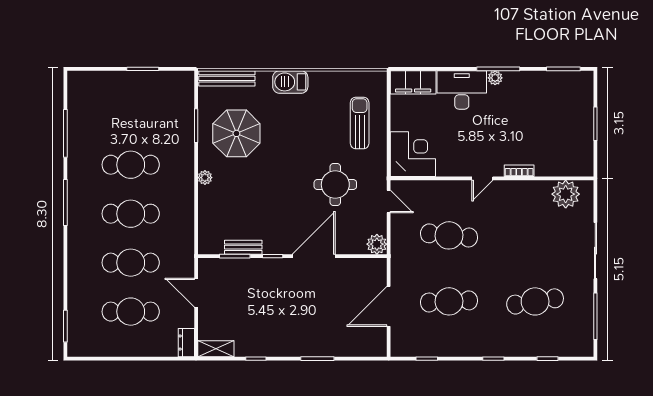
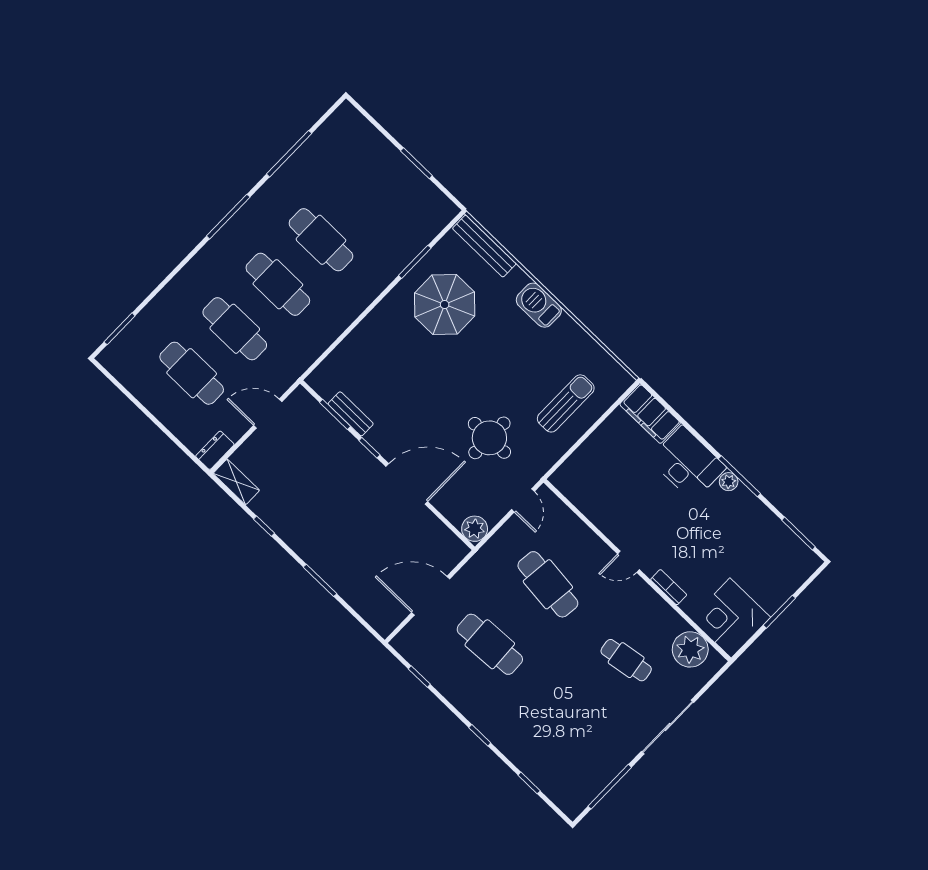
corner desk: (413, 154) -> (731, 618), moved, turned 180
plant: (205, 178) -> (377, 317), removed
door: (196, 293) -> (268, 414), hinge flipped
cafe table: (535, 301) -> (626, 660), moved, width x0.73, depth x0.74

